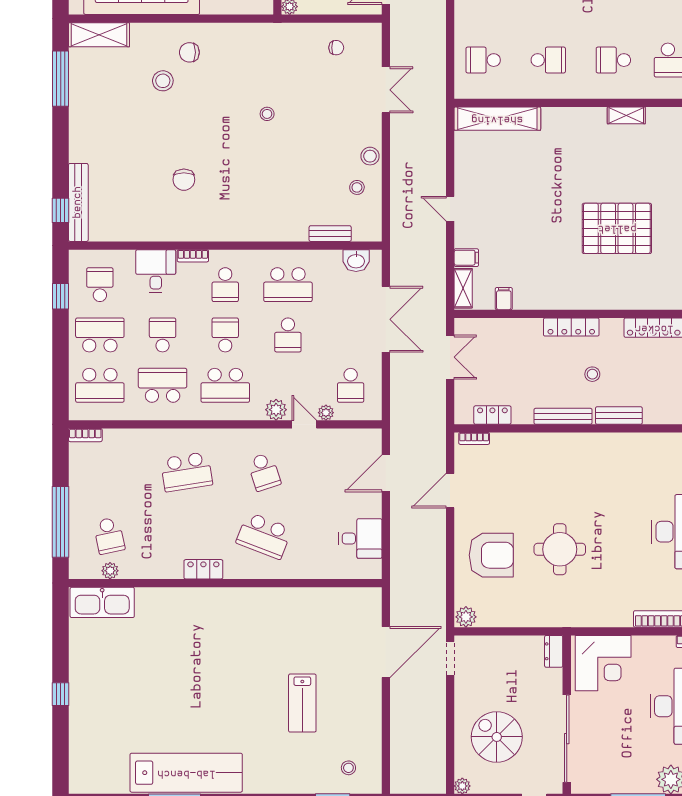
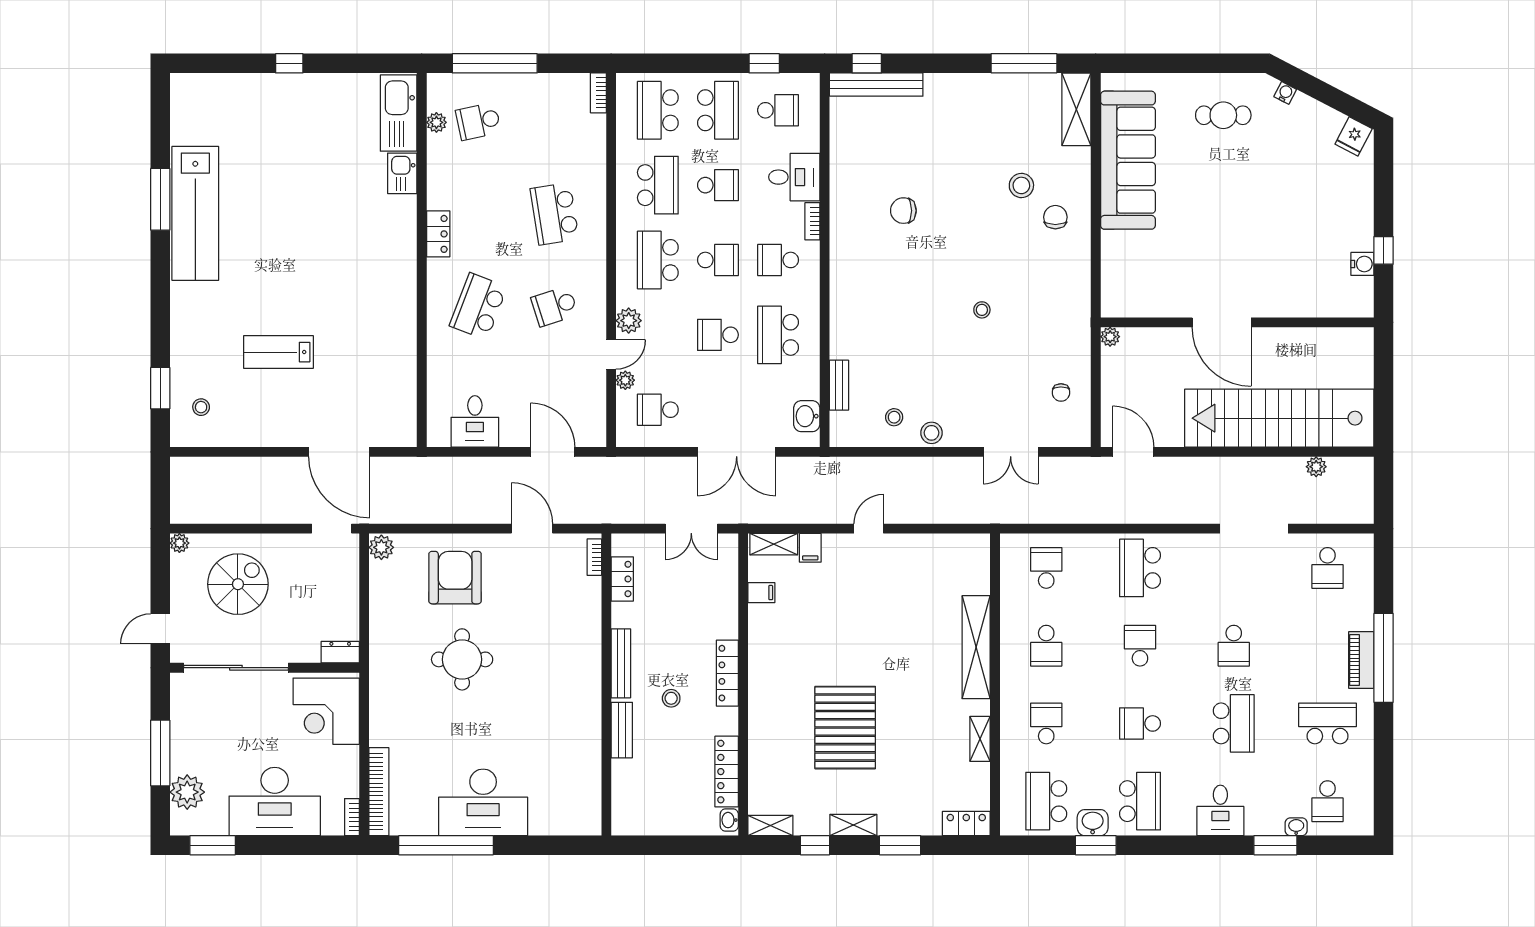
shelving: (497, 119) -> (976, 647), moved
armchair: (491, 555) -> (455, 578), turned 180
kitchen sink: (153, 599) -> (402, 173), added

